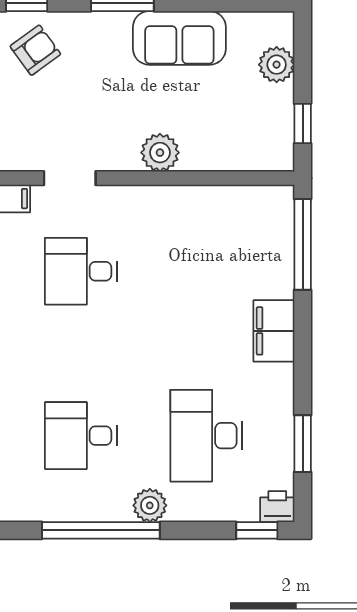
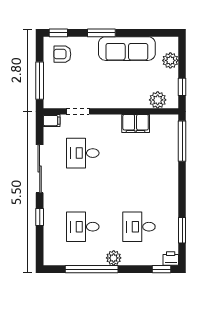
sofa: (179, 38) -> (127, 49), width x1.36
armchair: (35, 50) -> (62, 54), turned -144
plant: (160, 153) -> (158, 100), moved
filing cabinet: (274, 331) -> (136, 123), moved, turned -90
desk: (206, 436) -> (139, 227), width x0.73

